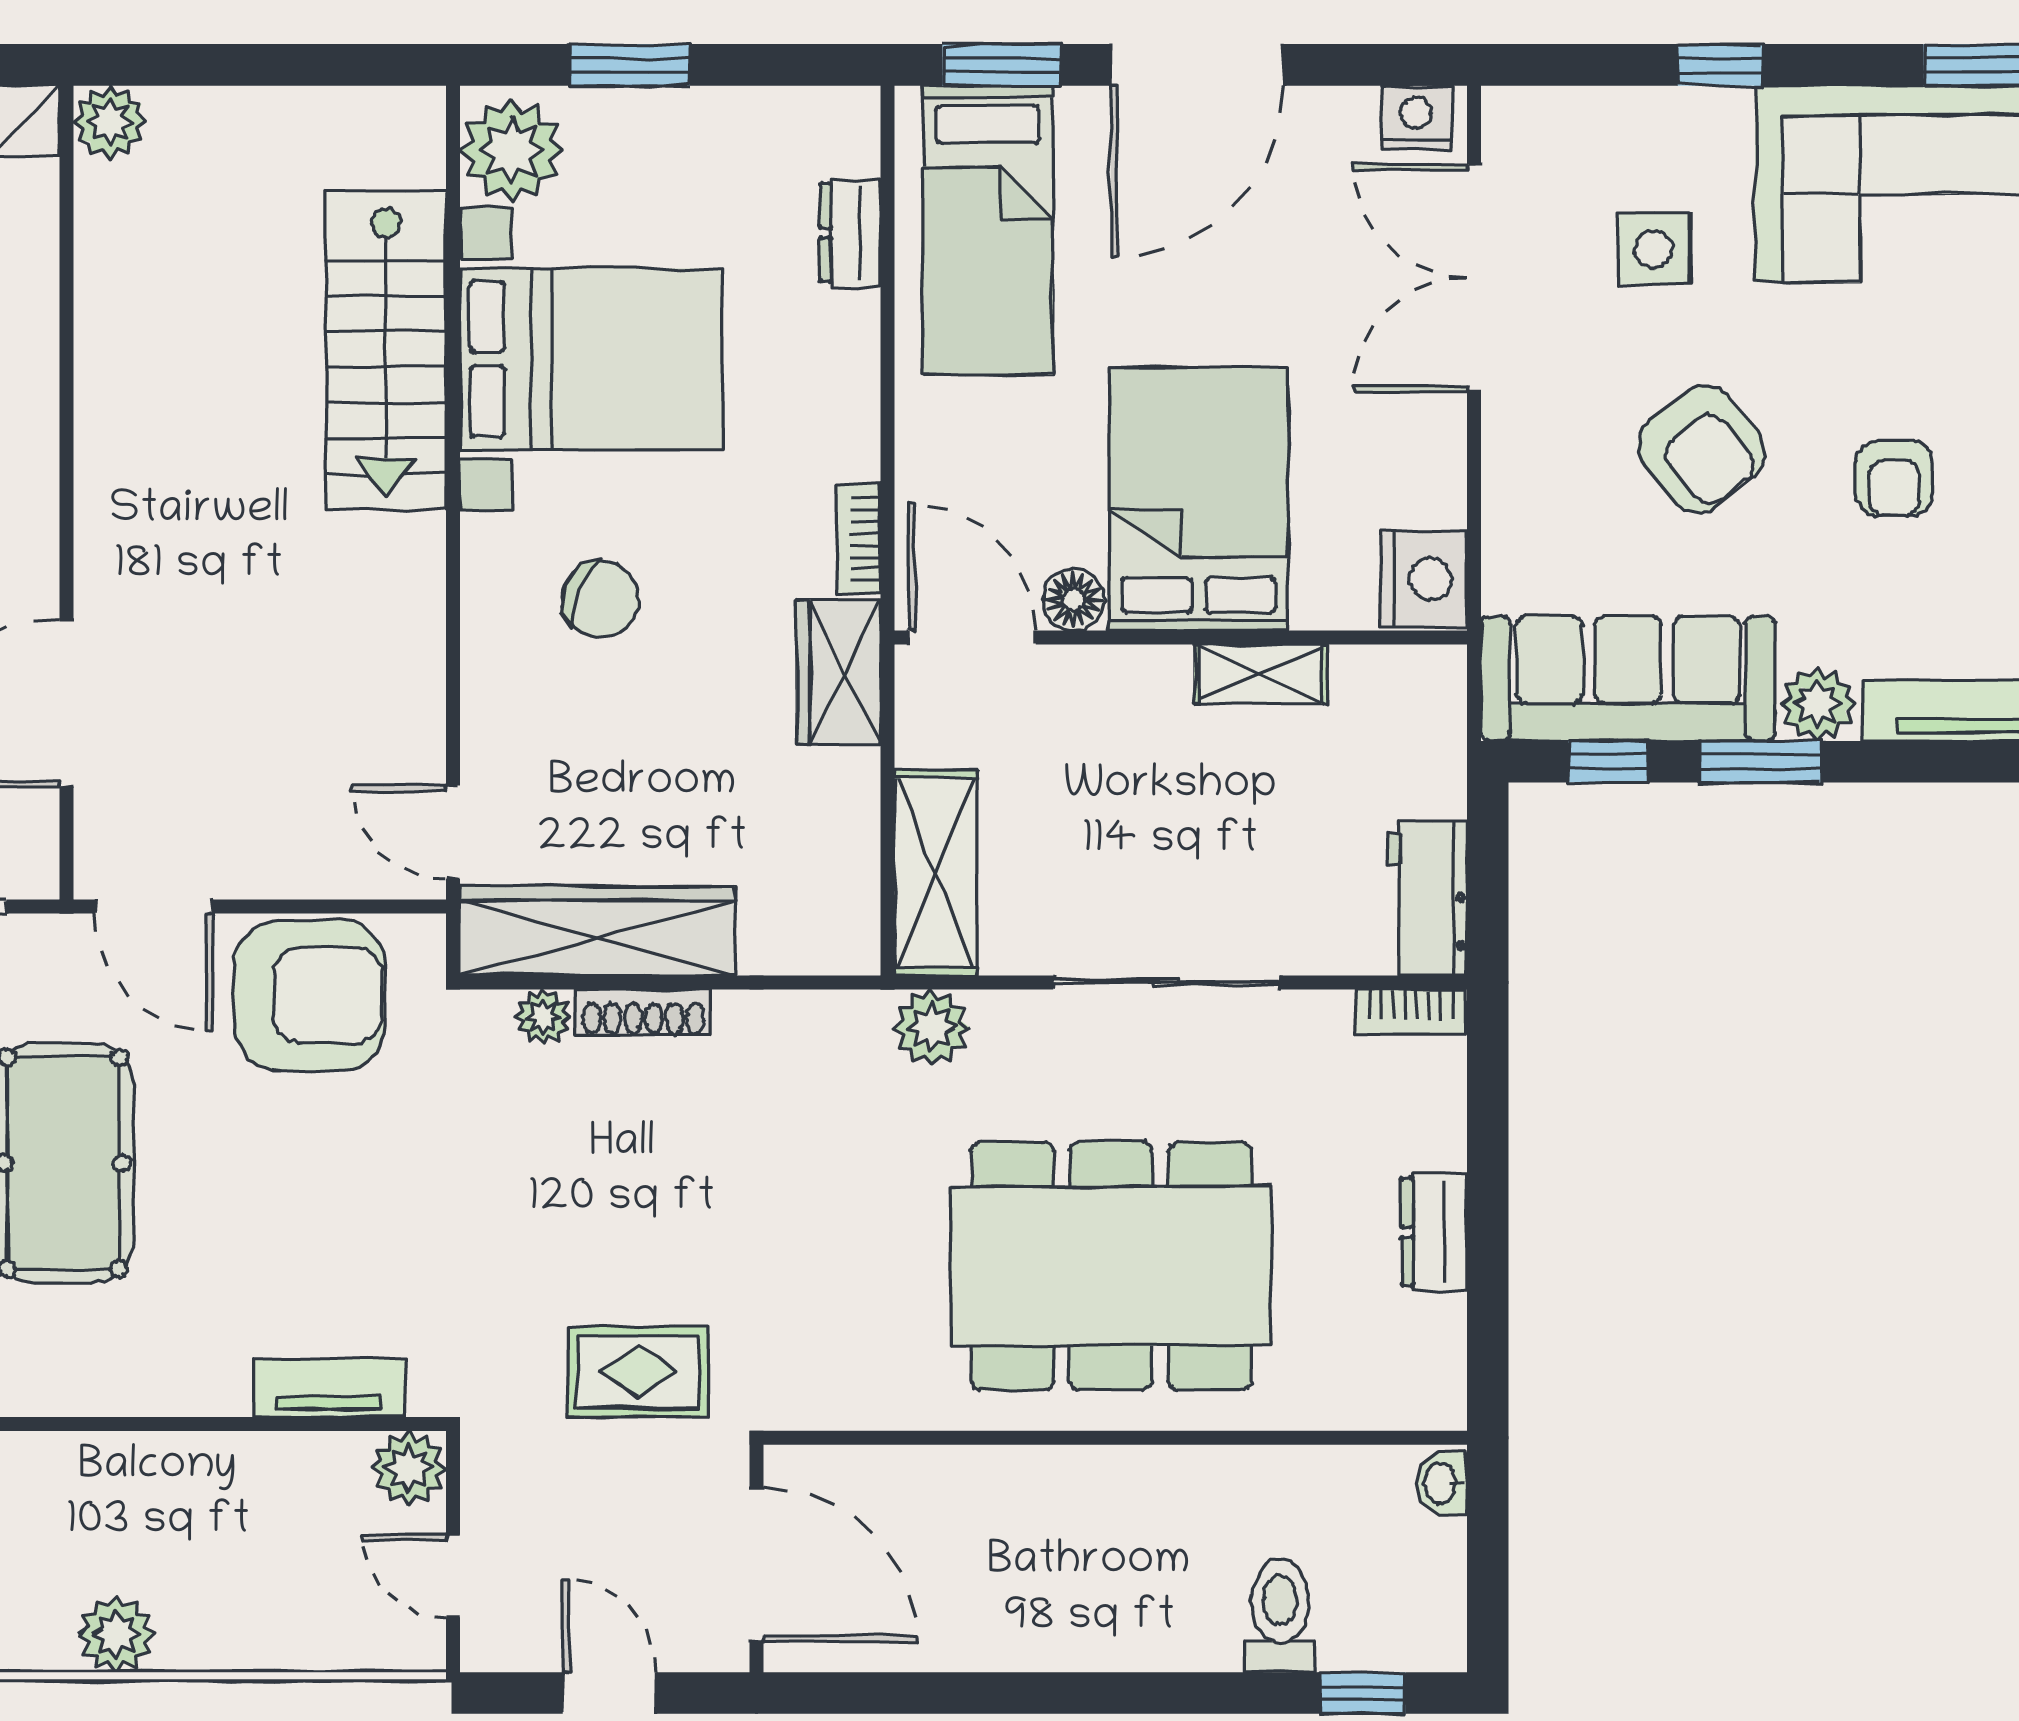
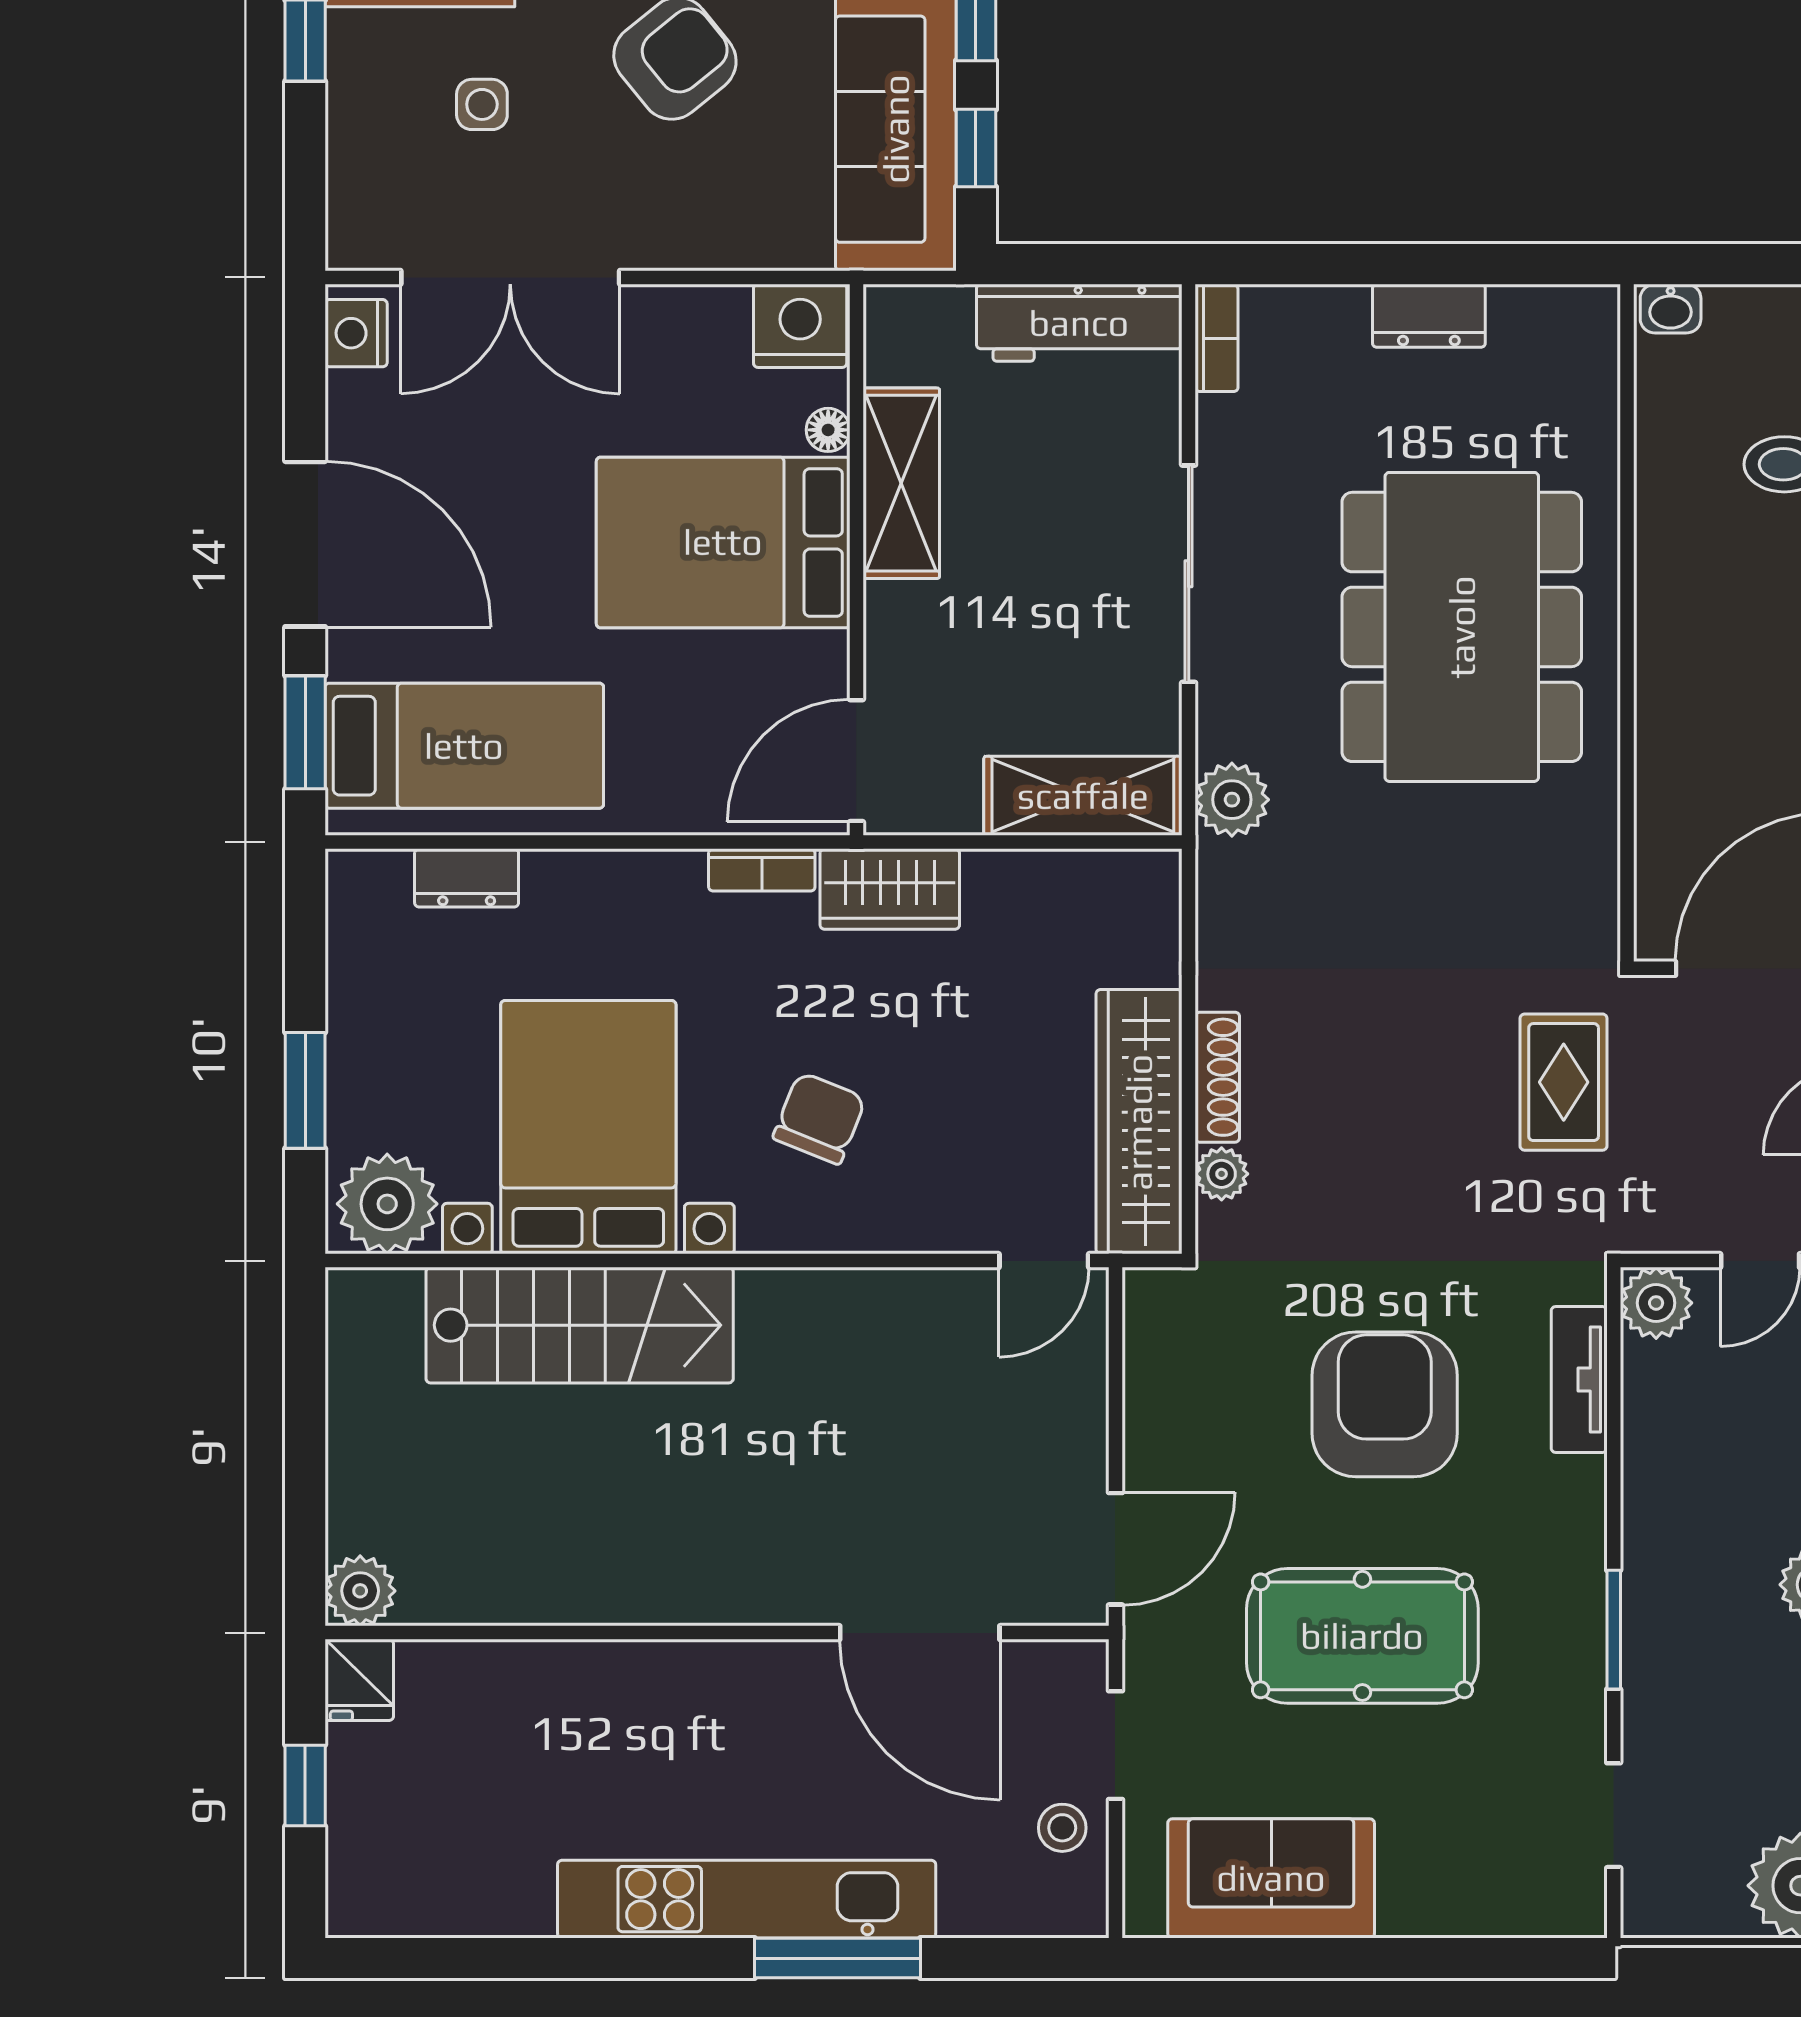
side table: (1654, 249) -> (482, 104), width x0.73, depth x0.73
floor lamp: (1073, 600) -> (828, 430), moved, width x0.73, depth x0.73
shelving: (1260, 674) -> (901, 483), width x1.50, depth x1.33
workbench: (1427, 898) -> (1079, 323), width x1.38
armchair: (310, 995) -> (1385, 1404), moved
window: (70, 1424) -> (1614, 1630), added

